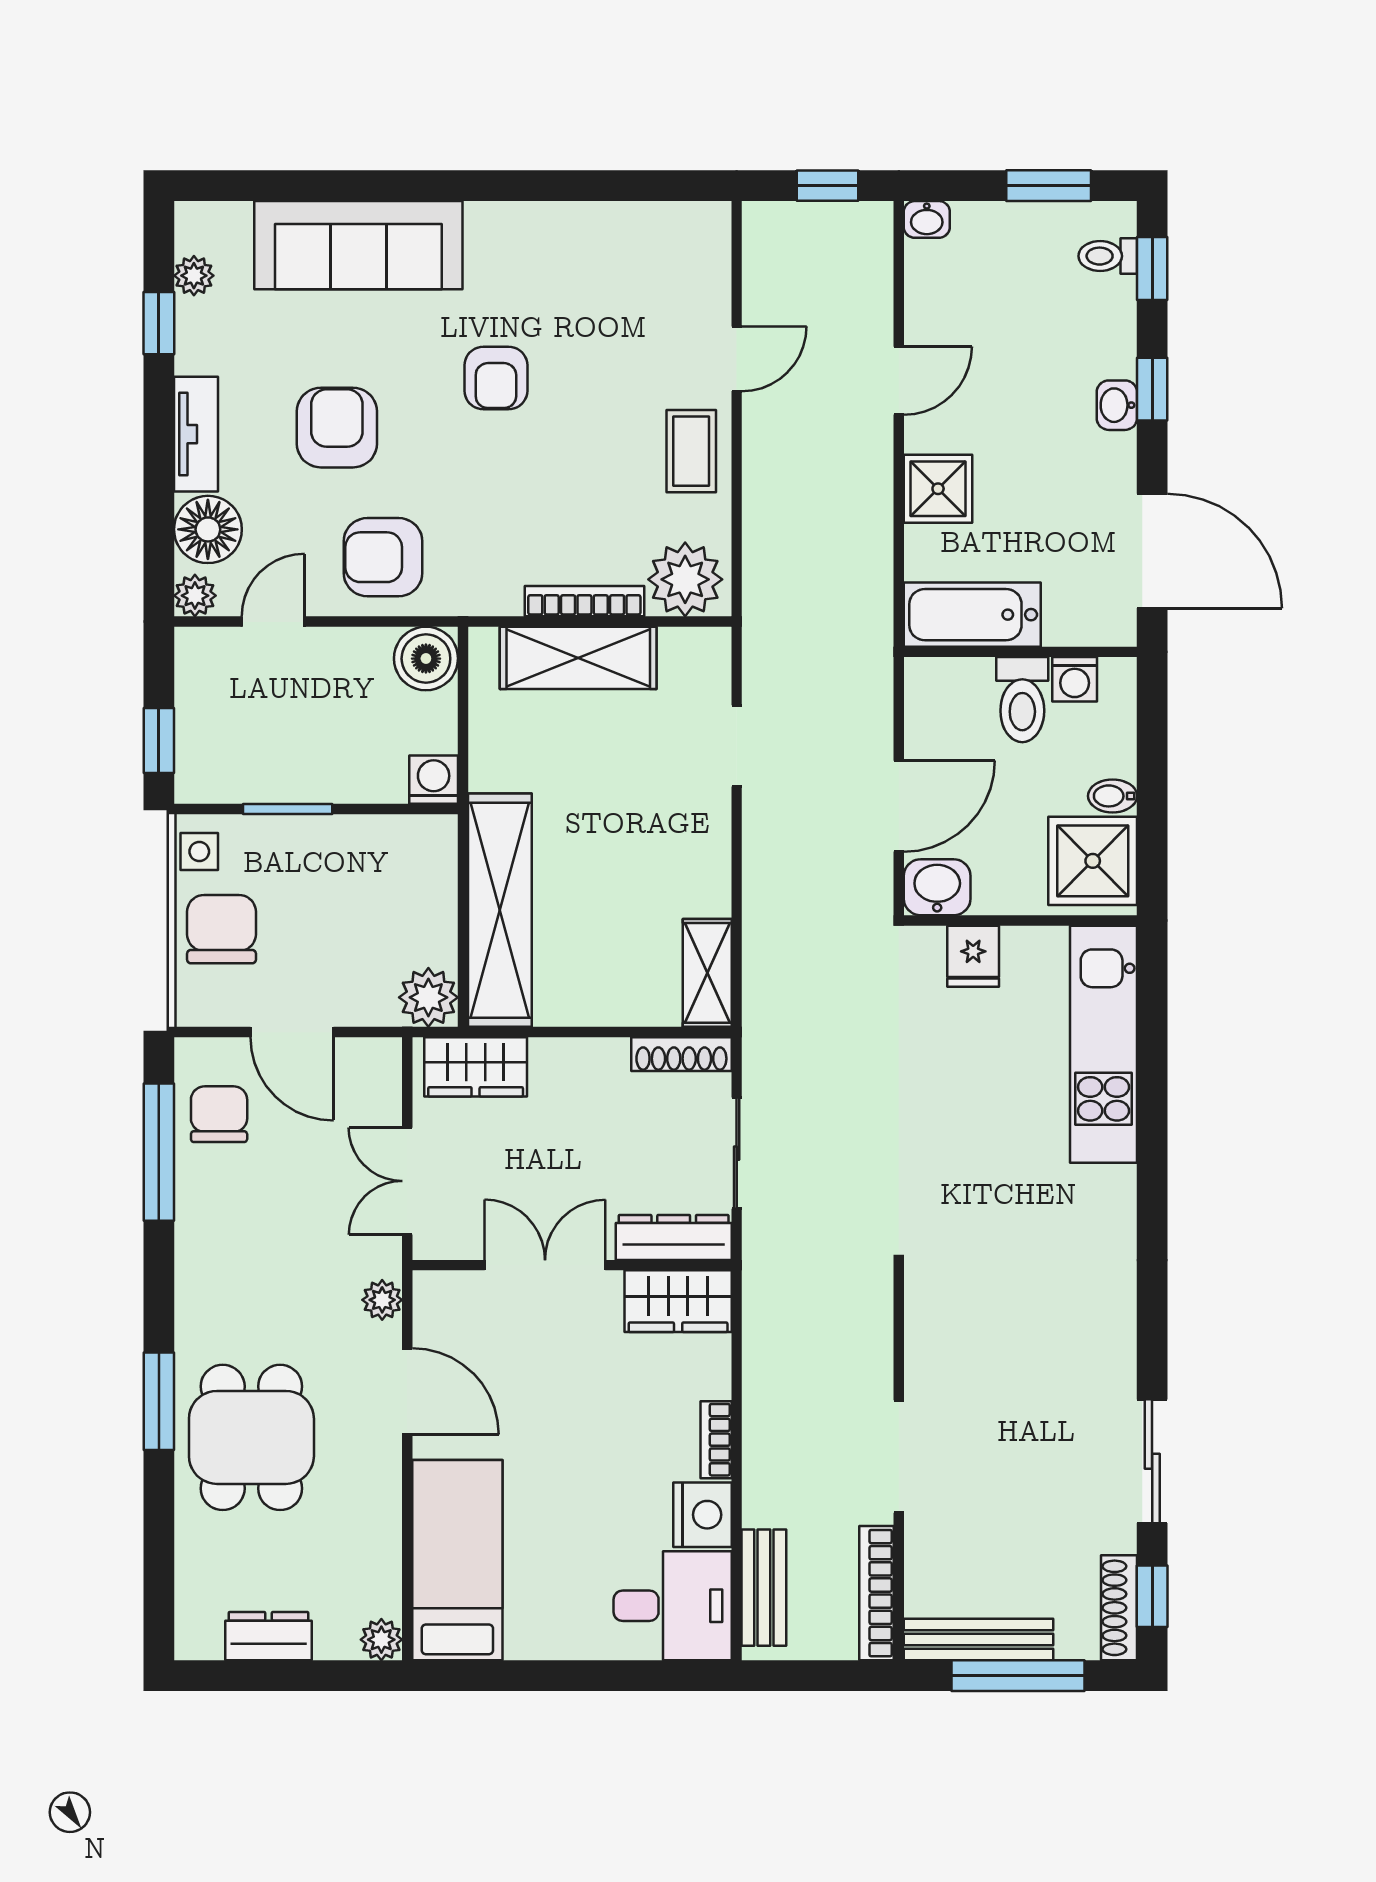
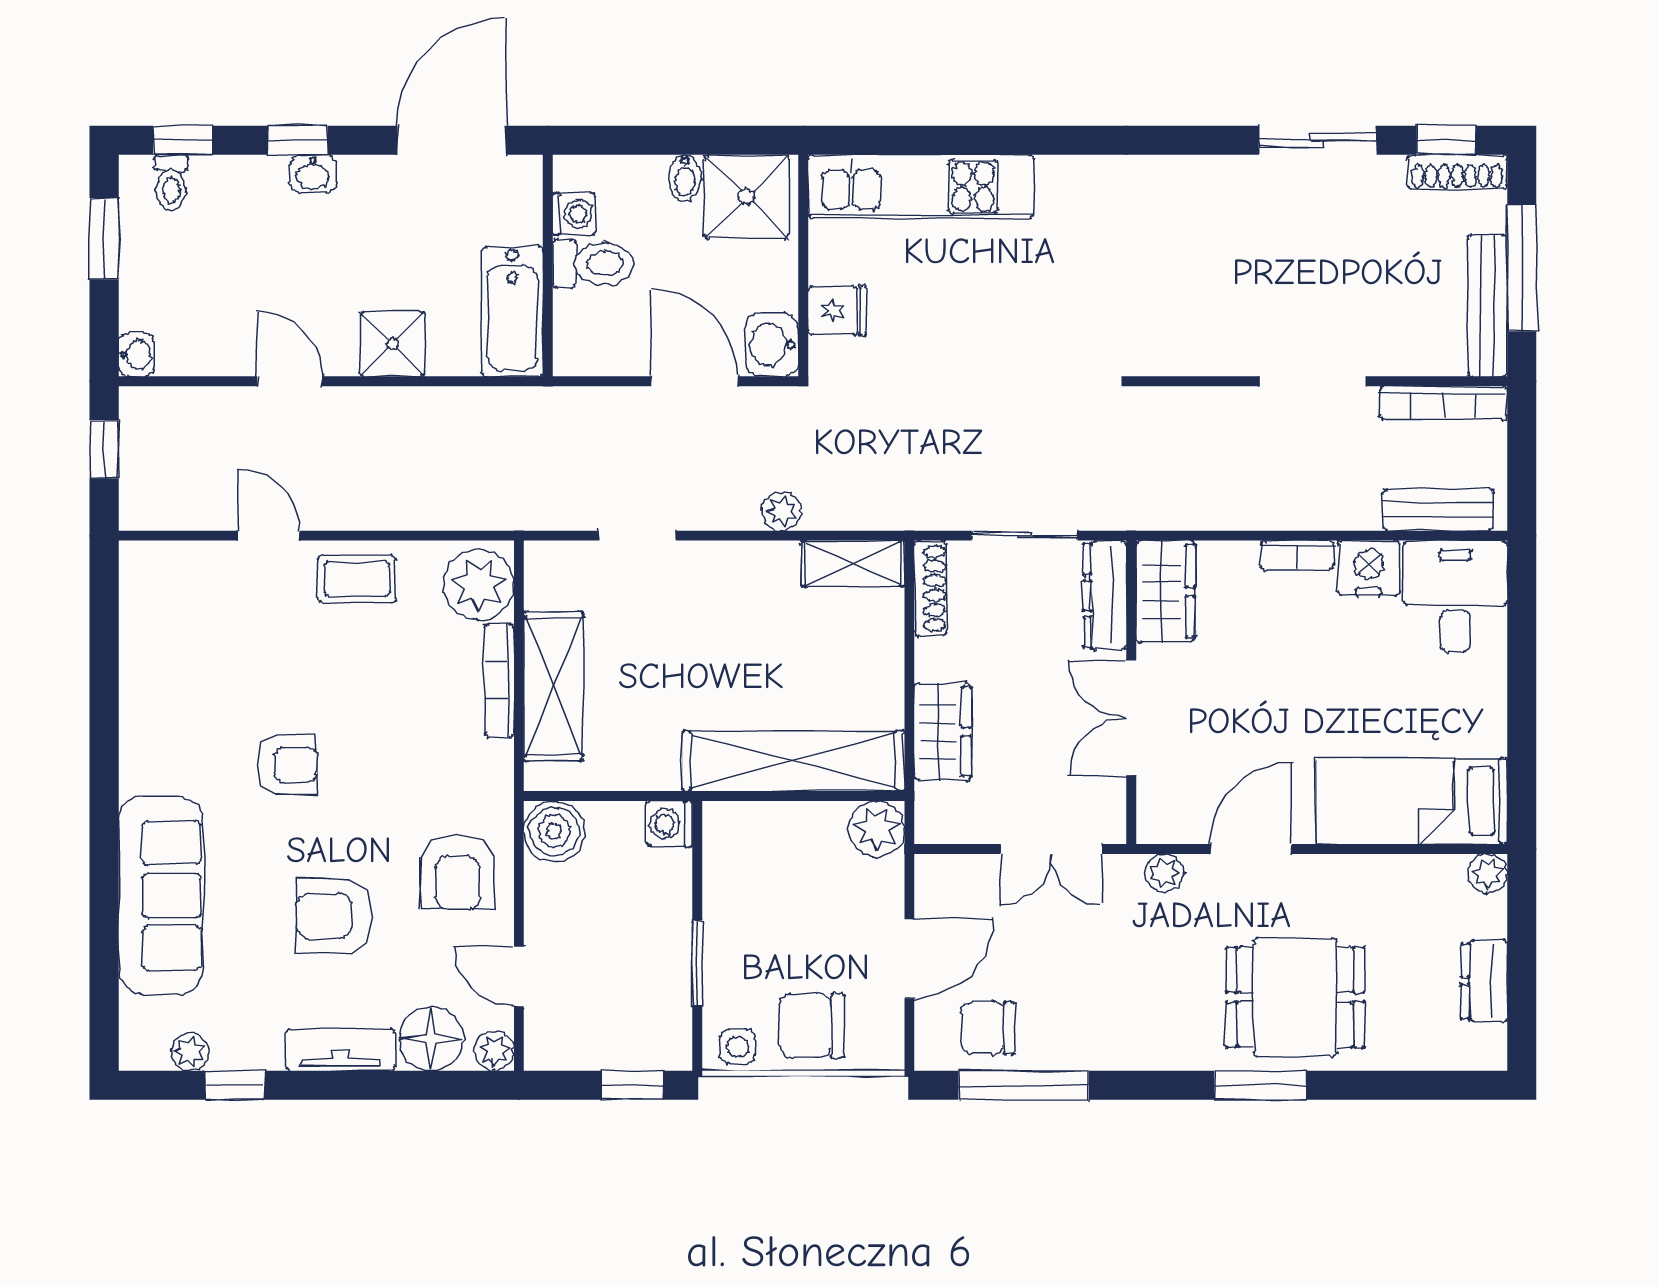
plant: (762, 898) -> (782, 511), added
wardrobe: (476, 1067) -> (943, 732), moved

